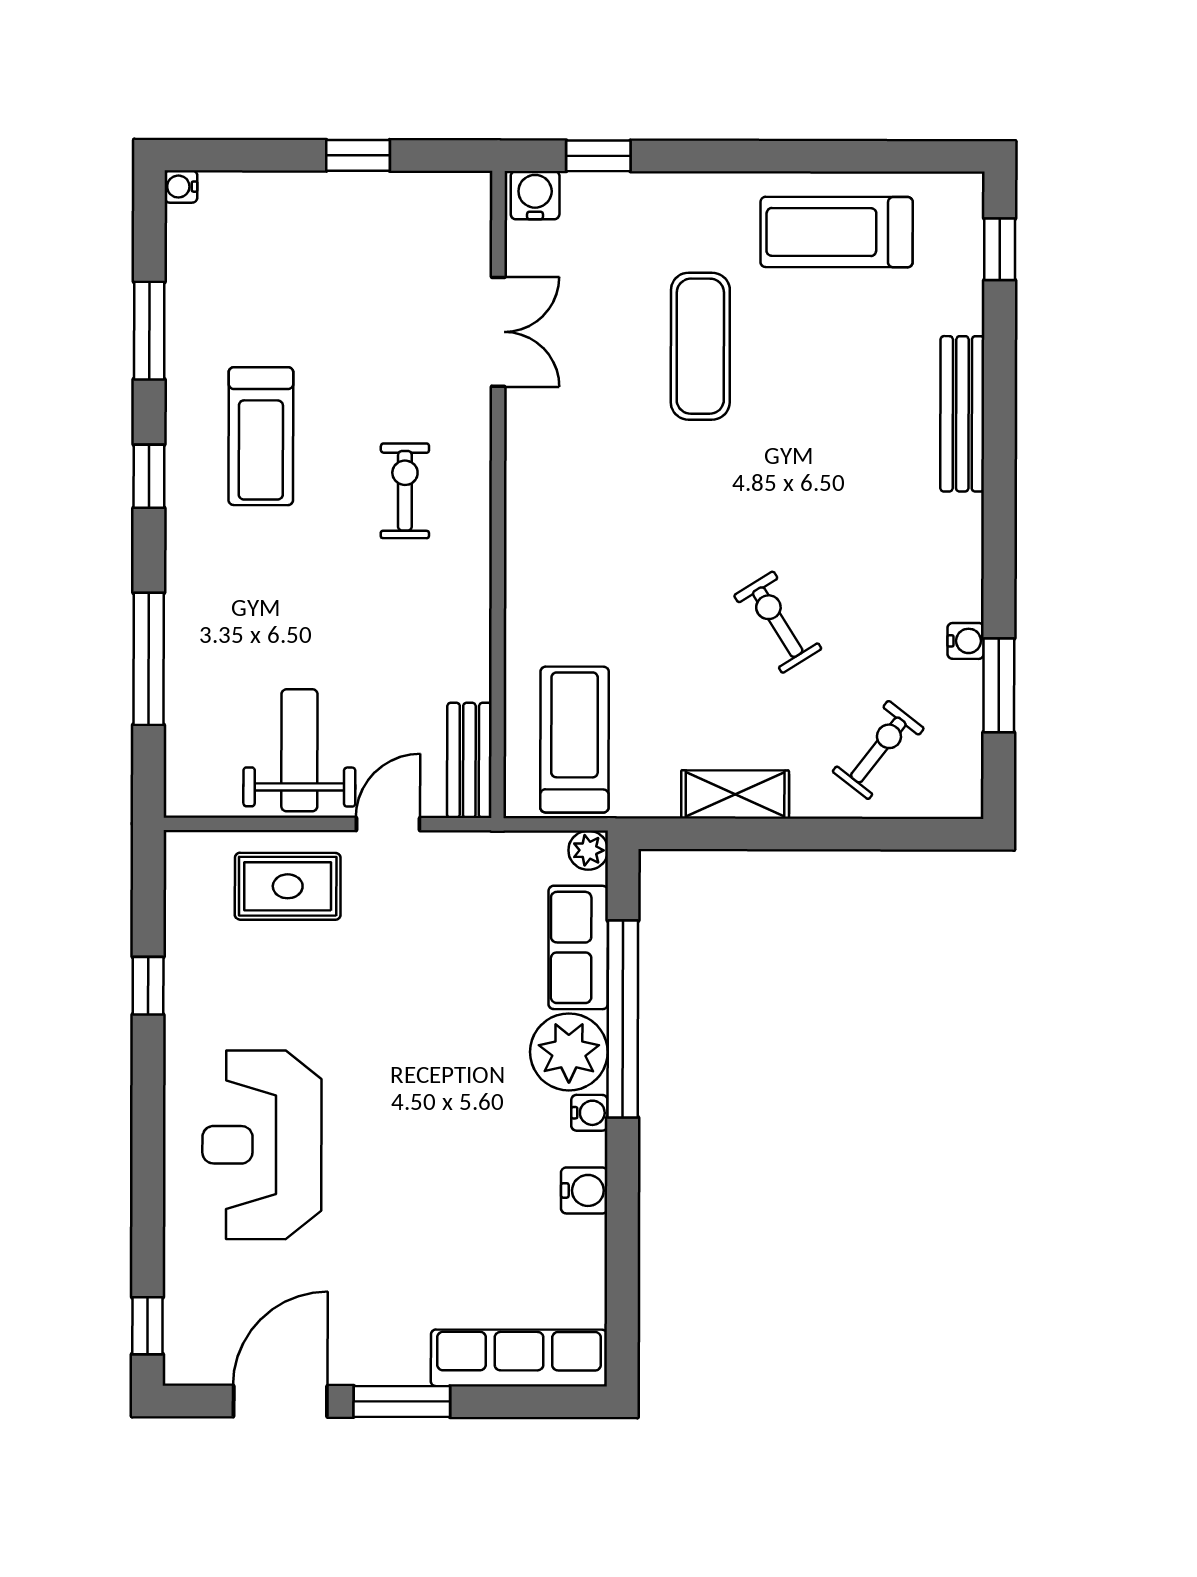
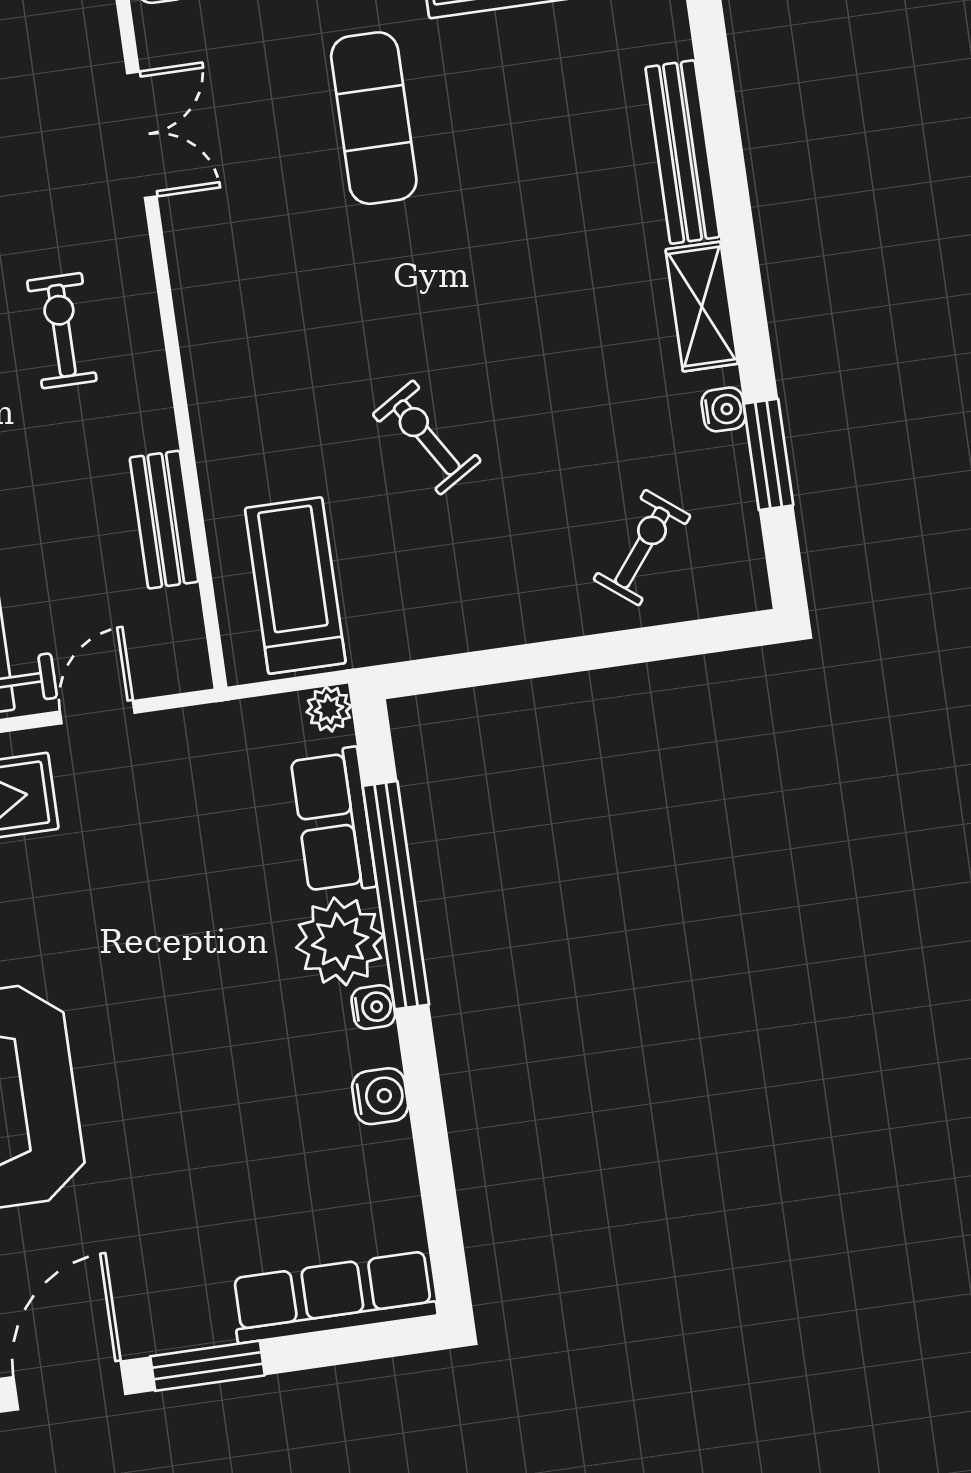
exercise bike: (778, 622) -> (427, 437), moved
bench: (469, 760) -> (164, 520), moved
shelving: (735, 794) -> (702, 307), moved, turned 90

